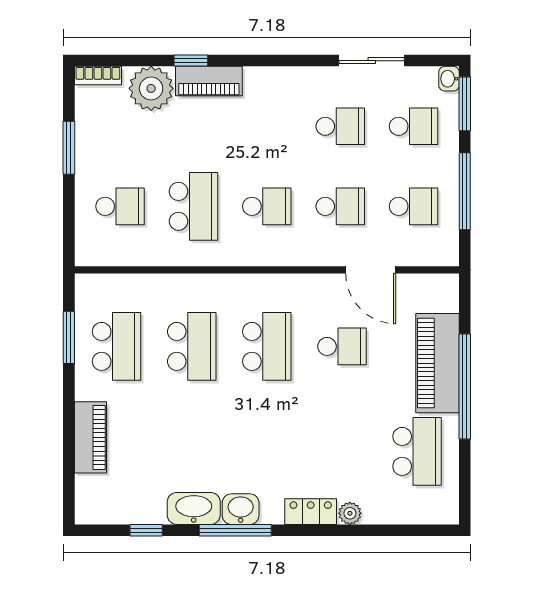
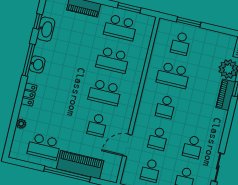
window: (69, 148) -> (189, 22), moved
washbasin: (194, 508) -> (46, 29), moved
plant: (350, 513) -> (21, 124), moved

